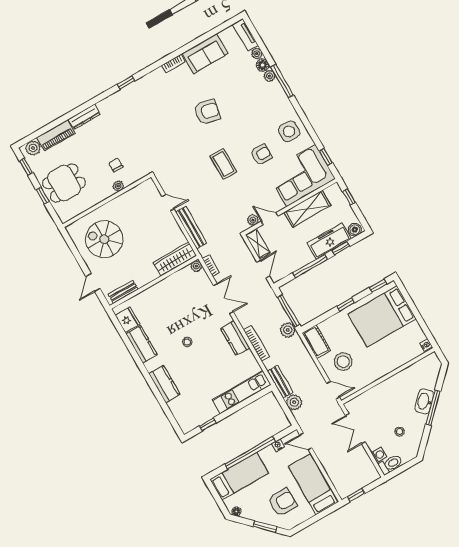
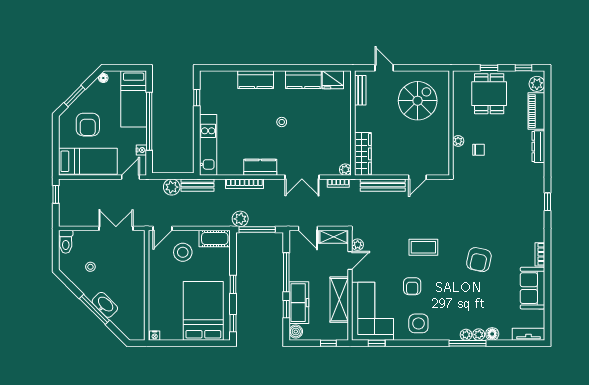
plant: (257, 54) -> (466, 335), moved
washing machine: (379, 455) -> (80, 236), removed

